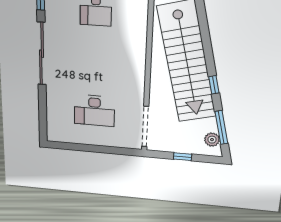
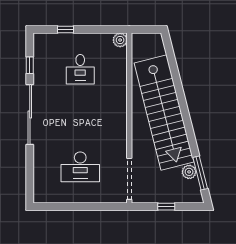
window: (214, 85) -> (190, 132), removed
plant: (212, 140) -> (189, 172), moved

